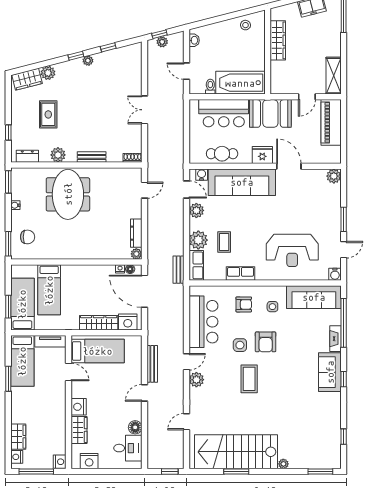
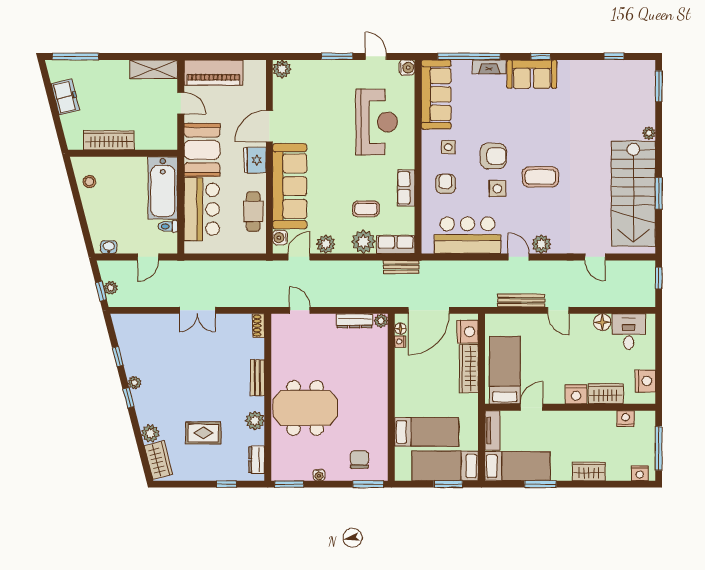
wardrobe: (18, 437) -> (589, 471), moved
nightstand: (60, 462) -> (626, 419), moved

